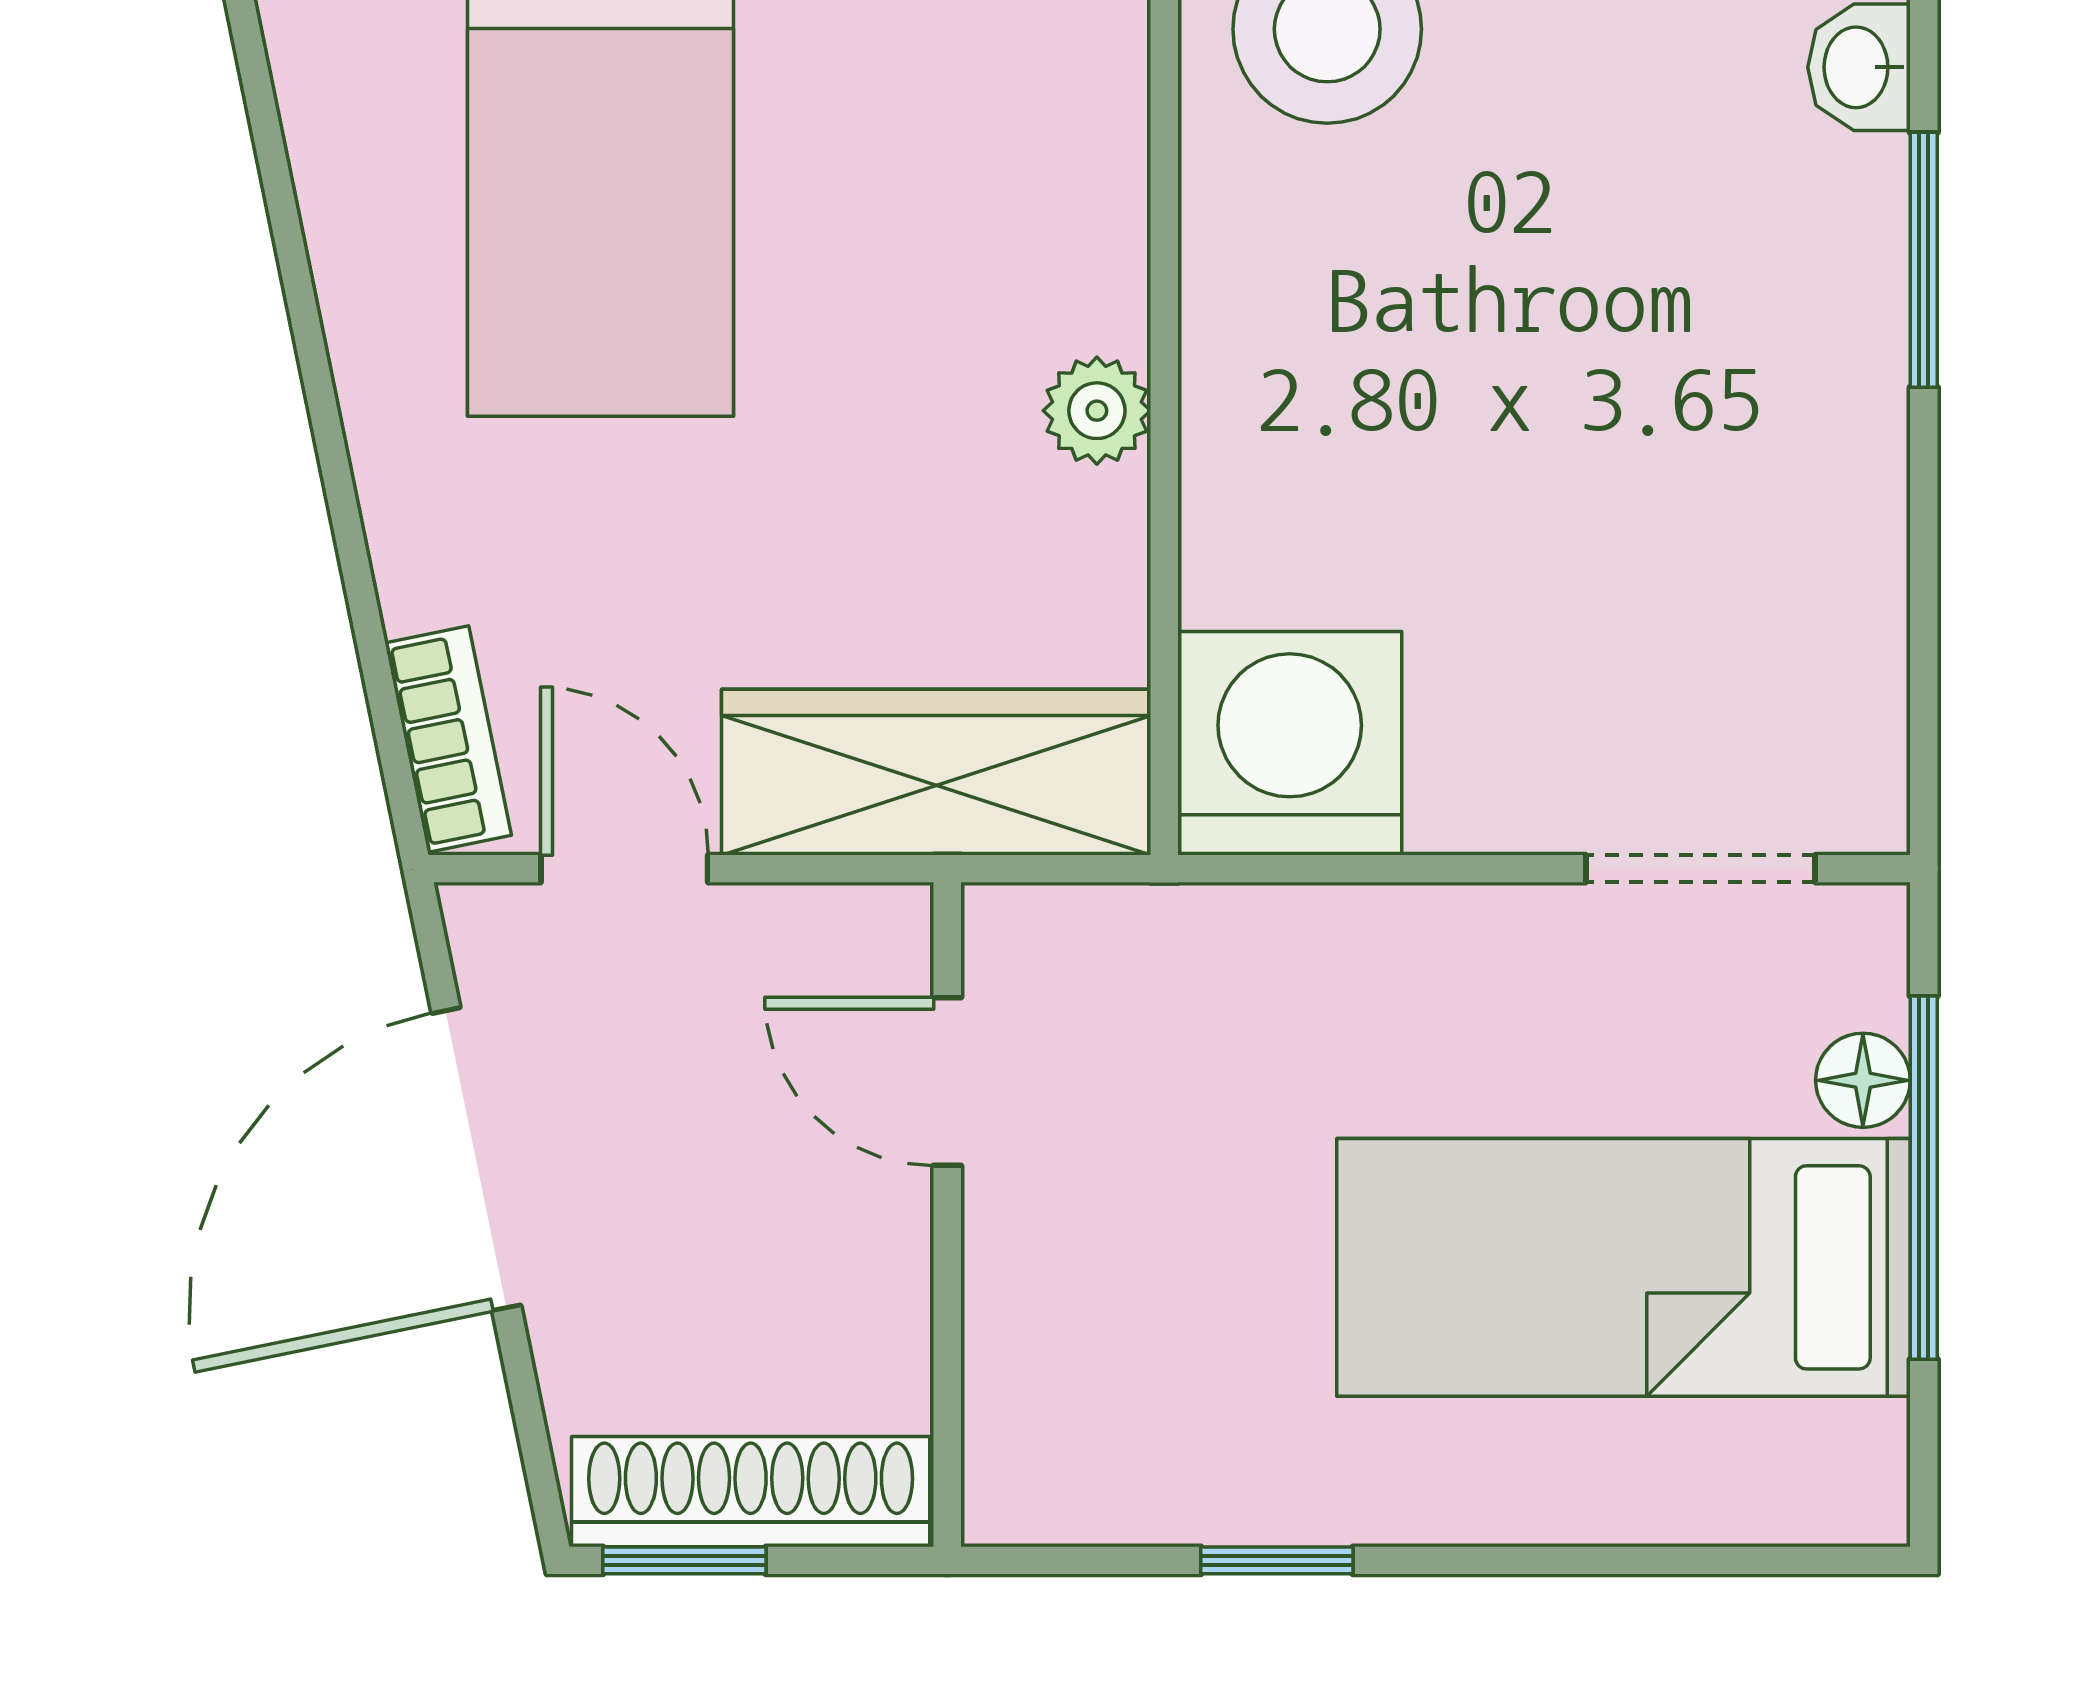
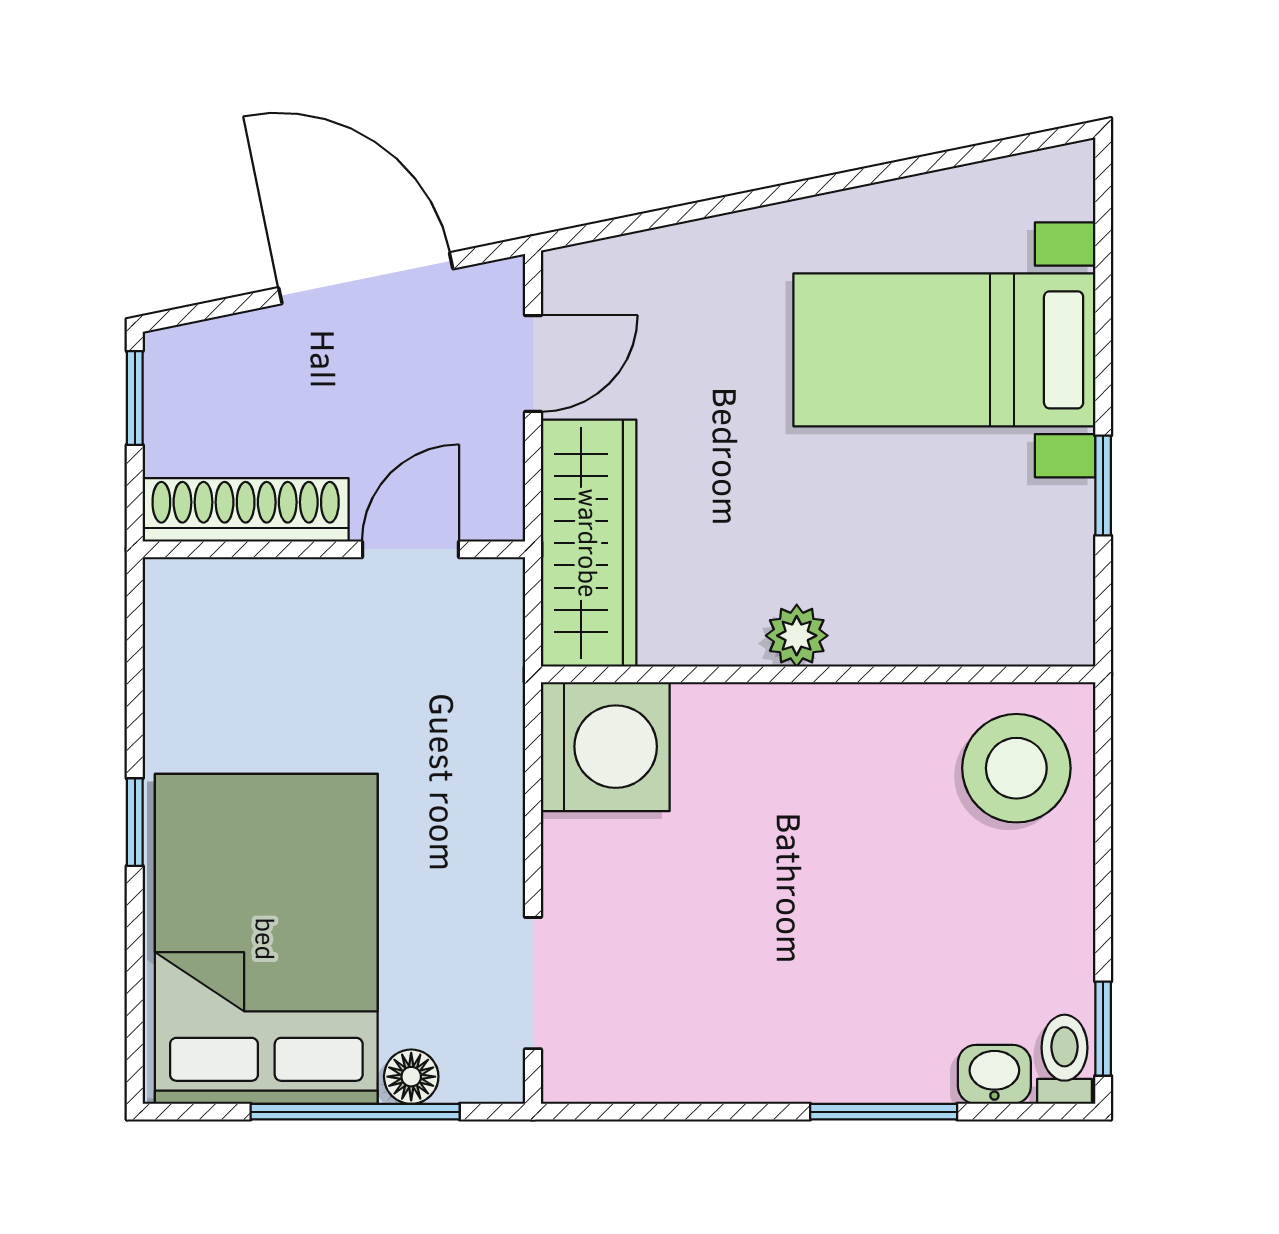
bookcase: (448, 739) -> (608, 262), removed
bed: (1624, 1267) -> (266, 939), width x1.50
shoe rack: (751, 1492) -> (246, 510), moved, turned -90
window: (1277, 1560) -> (135, 822), moved

